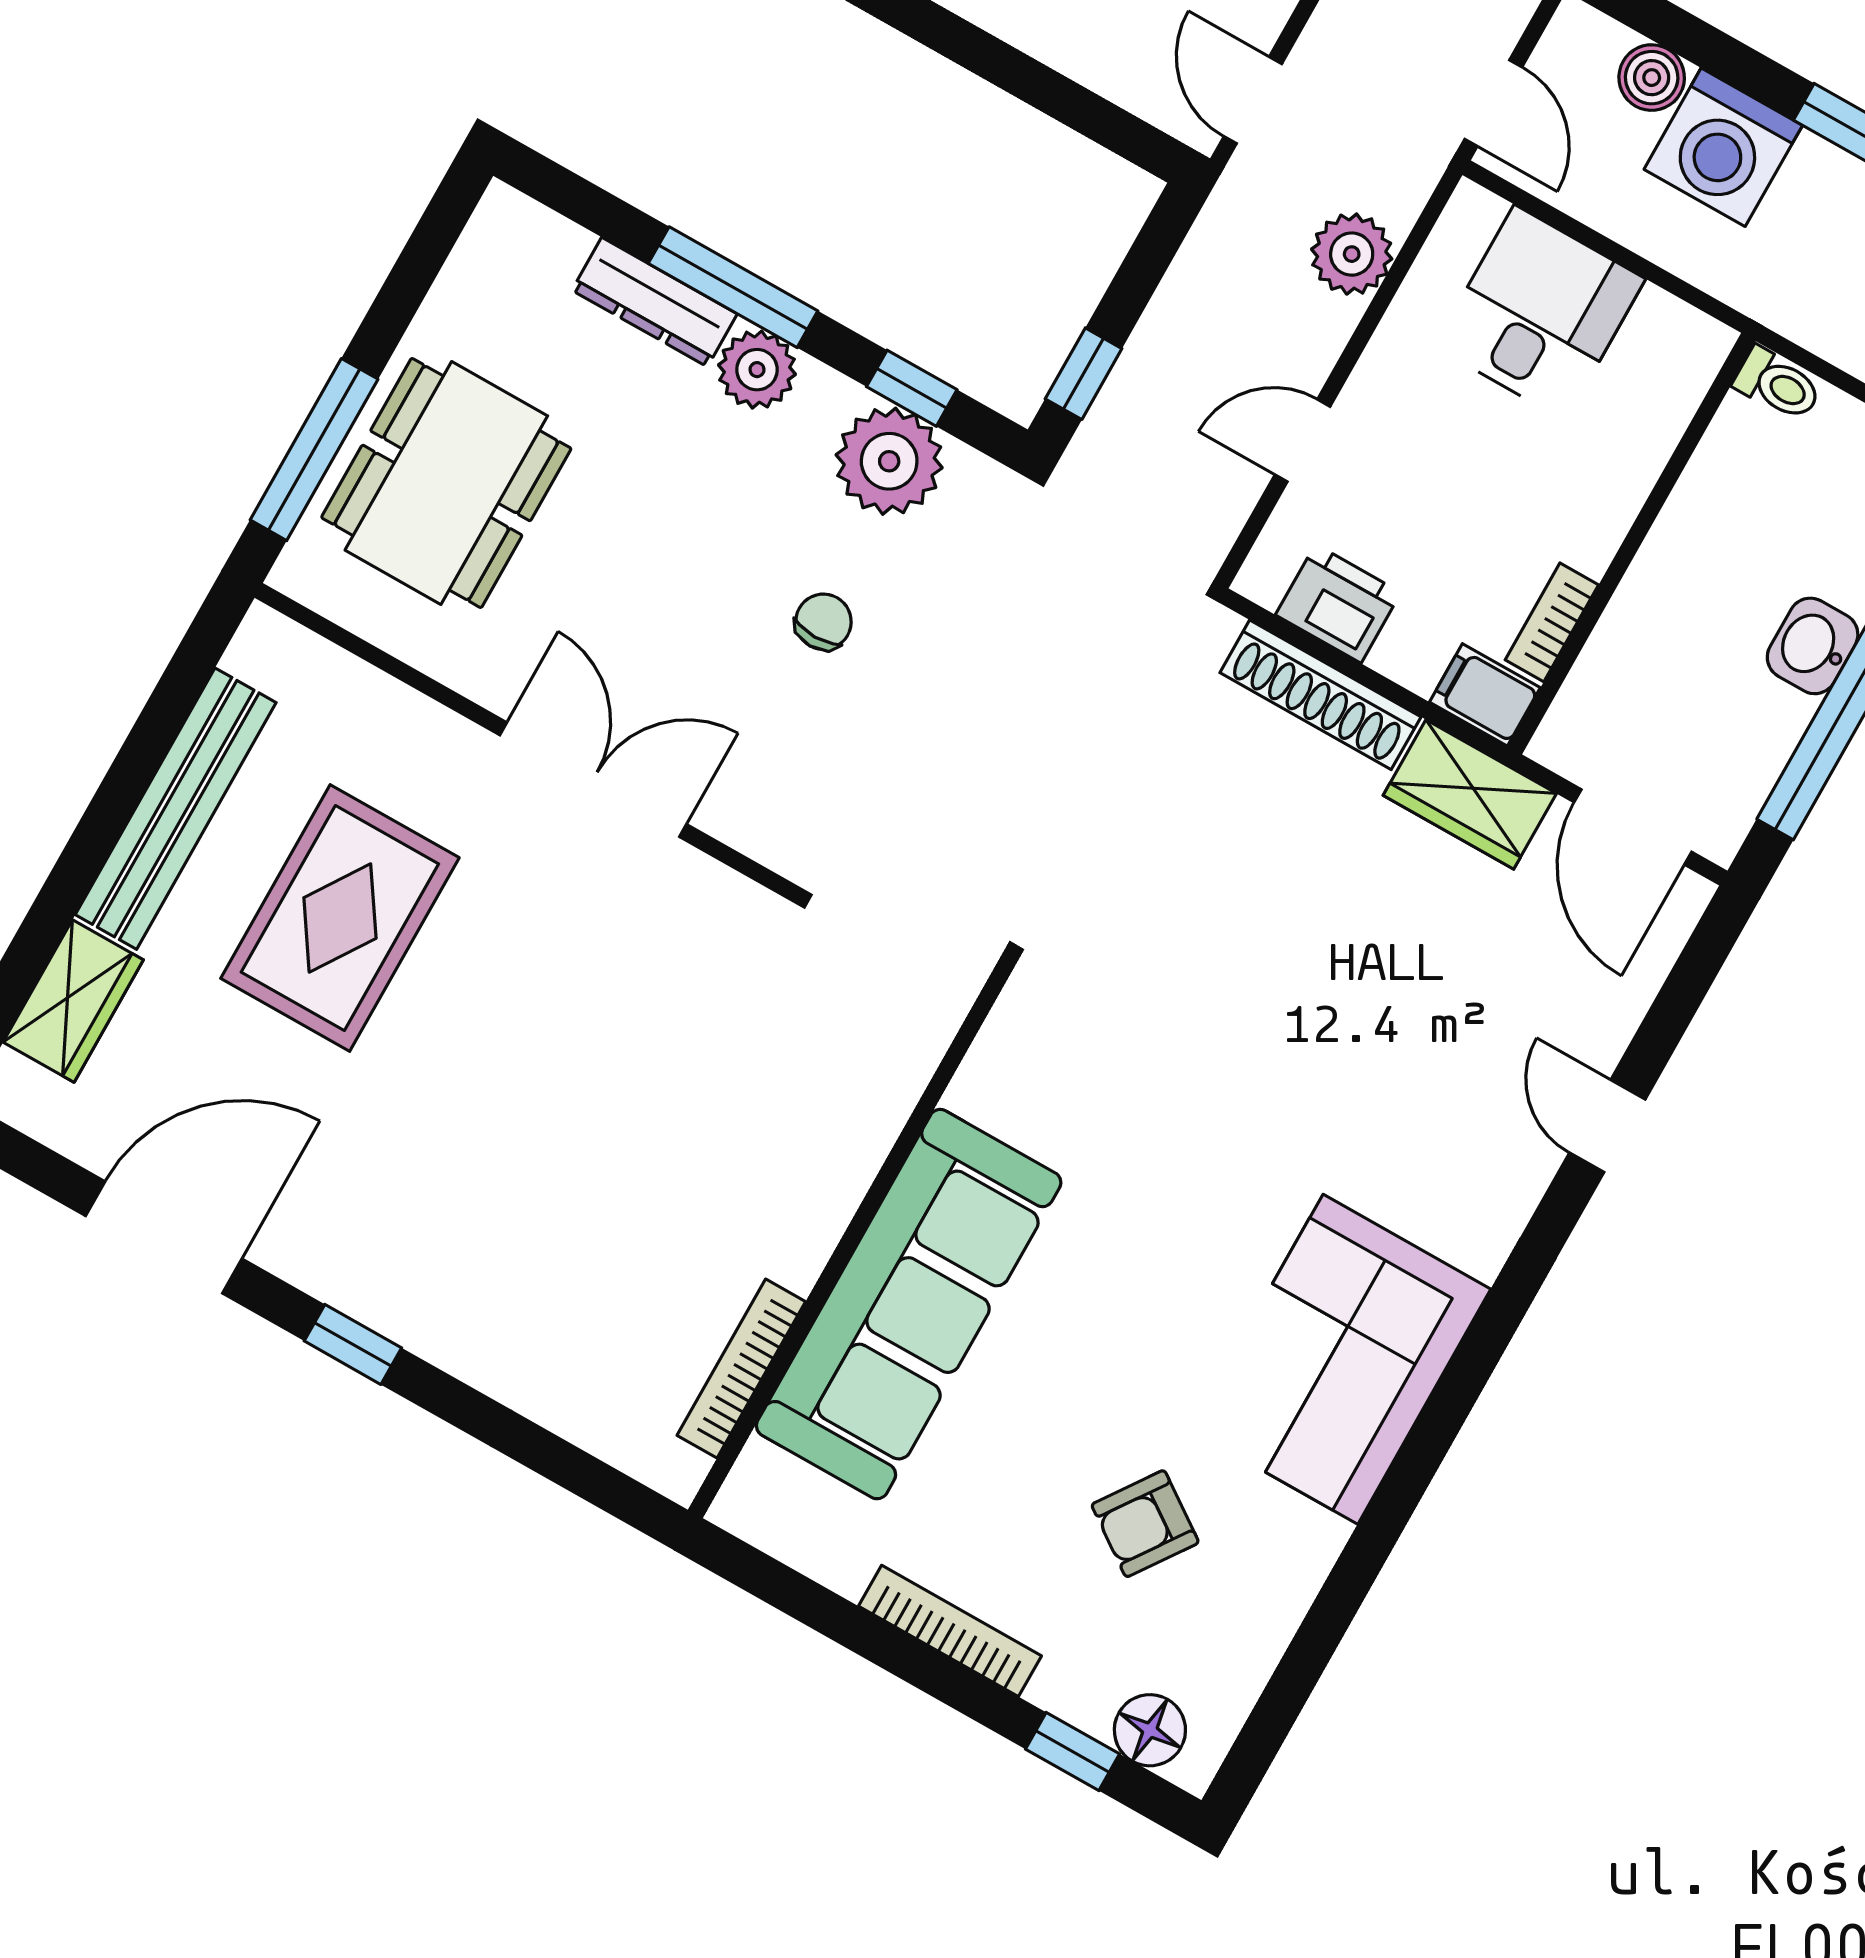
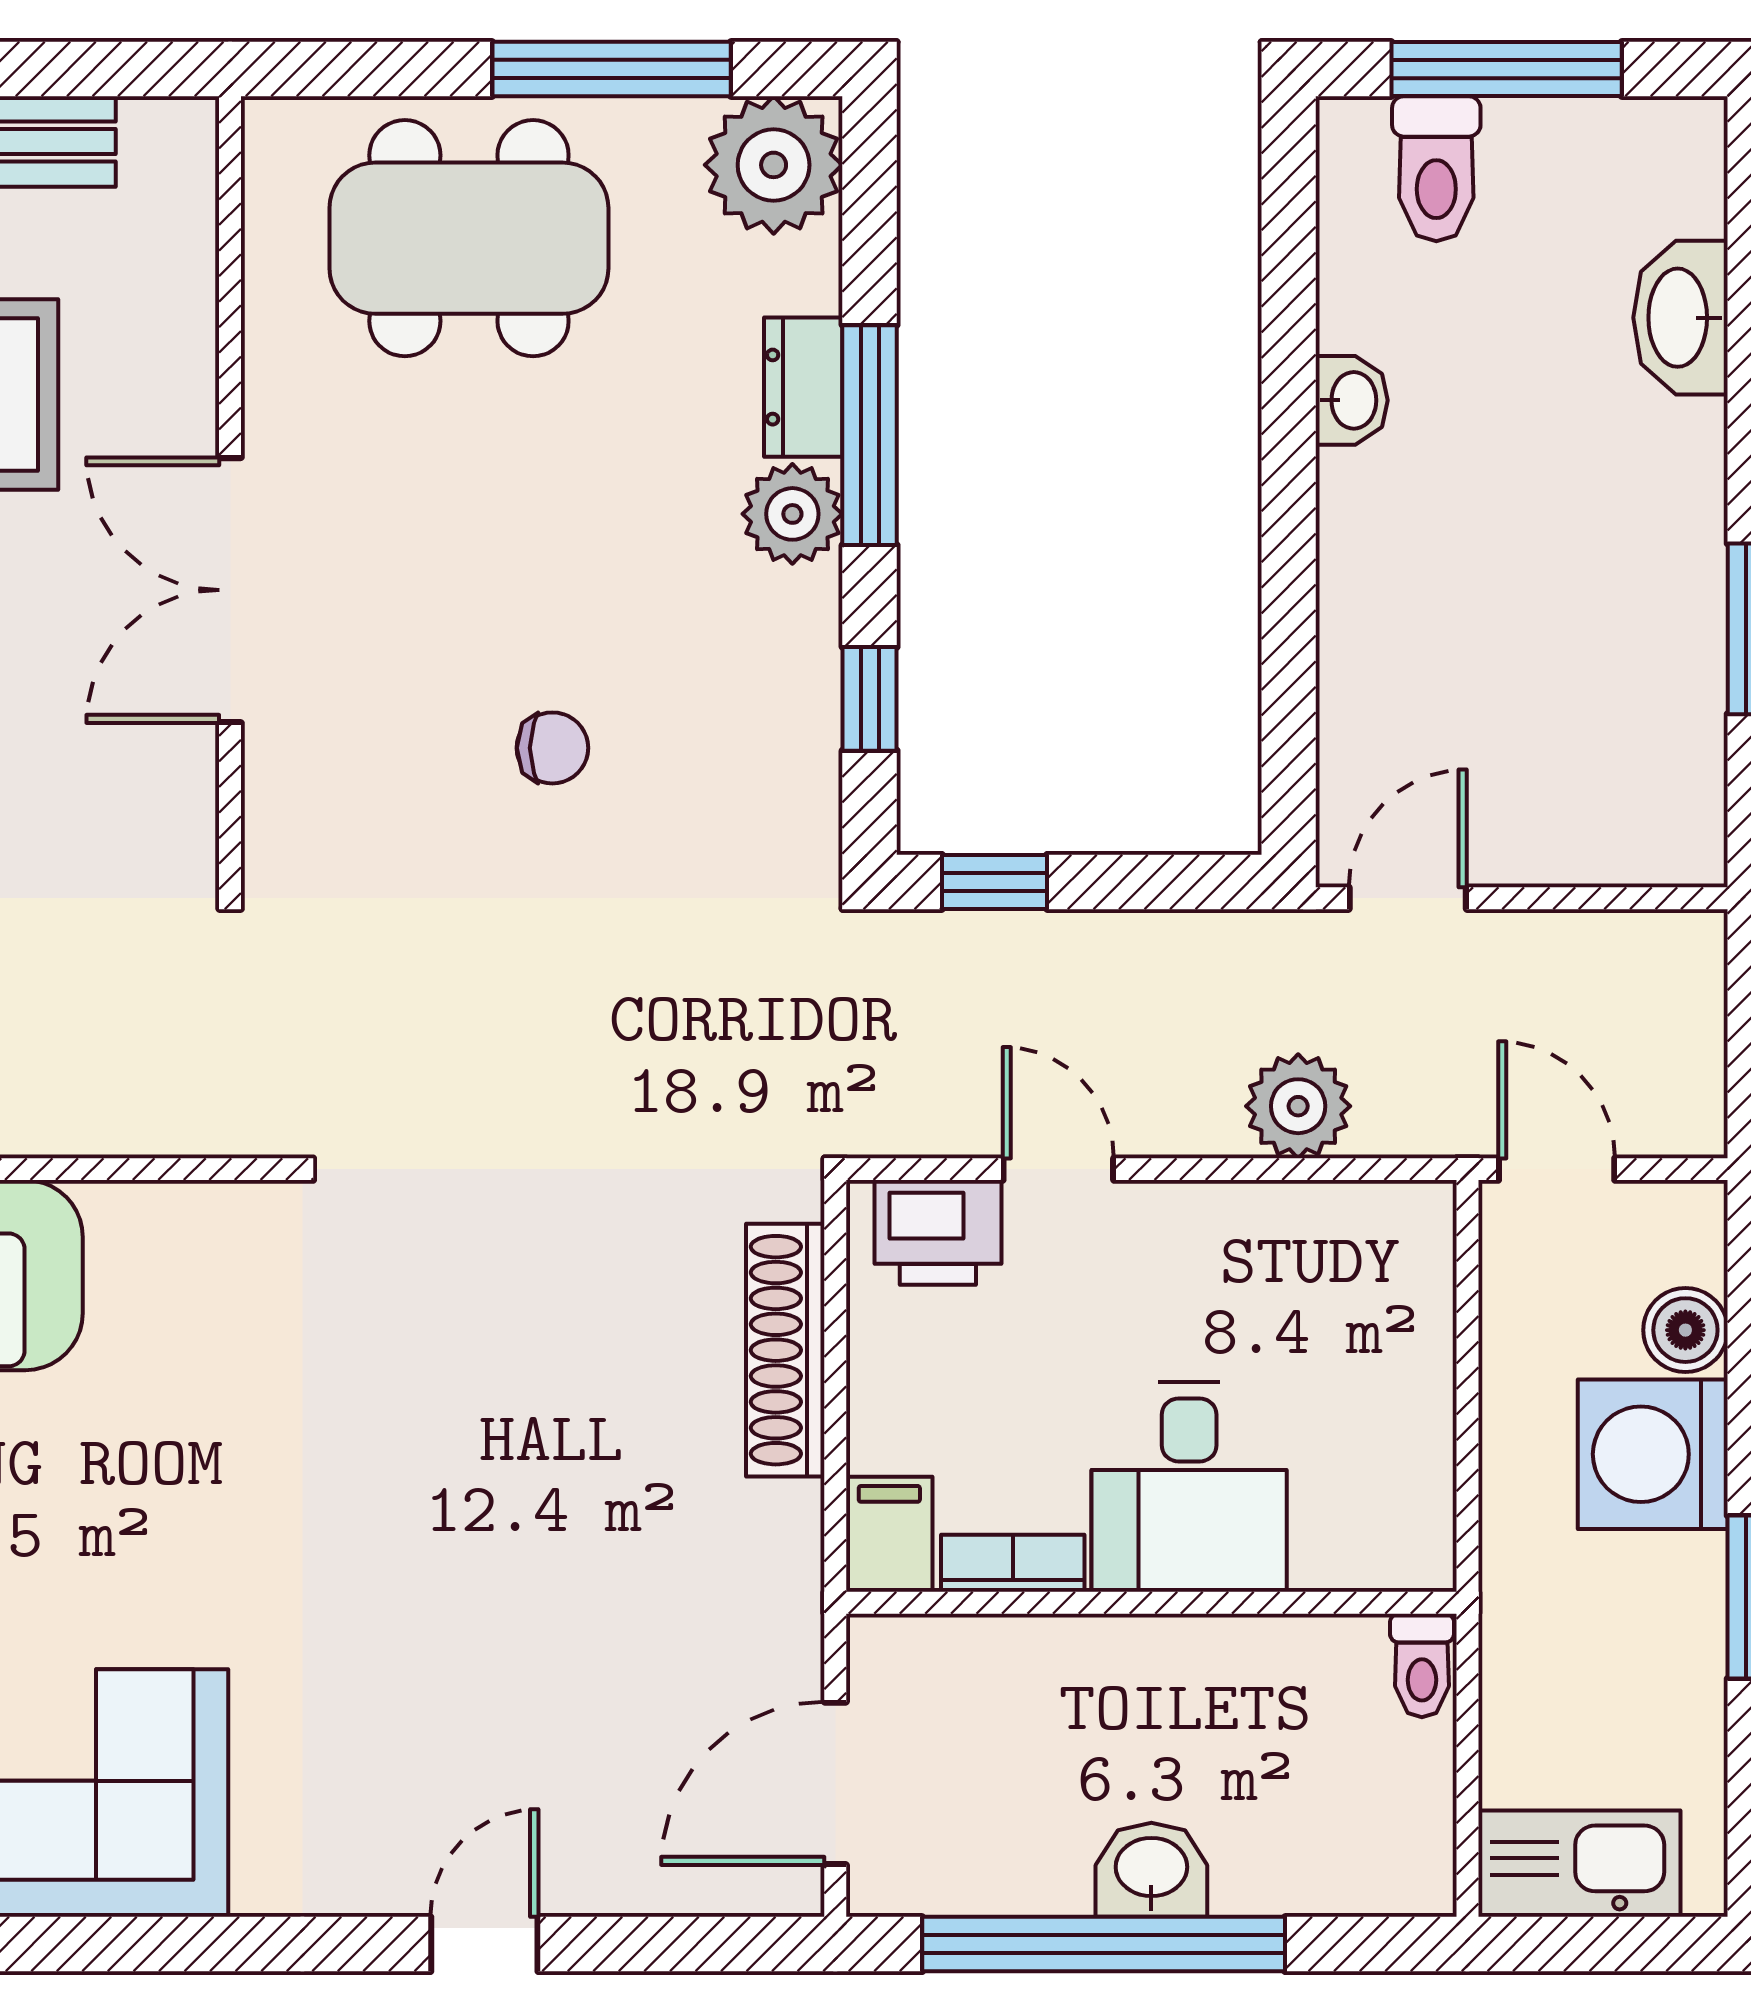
door: (1493, 103) -> (1557, 1169), swing flipped
dresser: (655, 302) -> (803, 387), width x0.70
desk: (1540, 313) -> (1189, 1487), moved, turned 90
window: (314, 450) -> (612, 69), moved
plant: (889, 461) -> (774, 165), moved
printer: (1338, 604) -> (938, 1232), moved, turned 90
double door: (593, 780) -> (230, 590), swing flipped
wardrobe: (1470, 794) -> (768, 1580), removed

